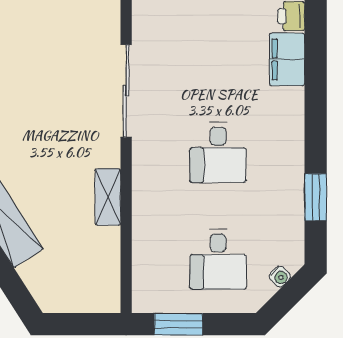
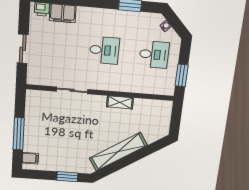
sliding door: (126, 91) -> (72, 90), width x0.73

